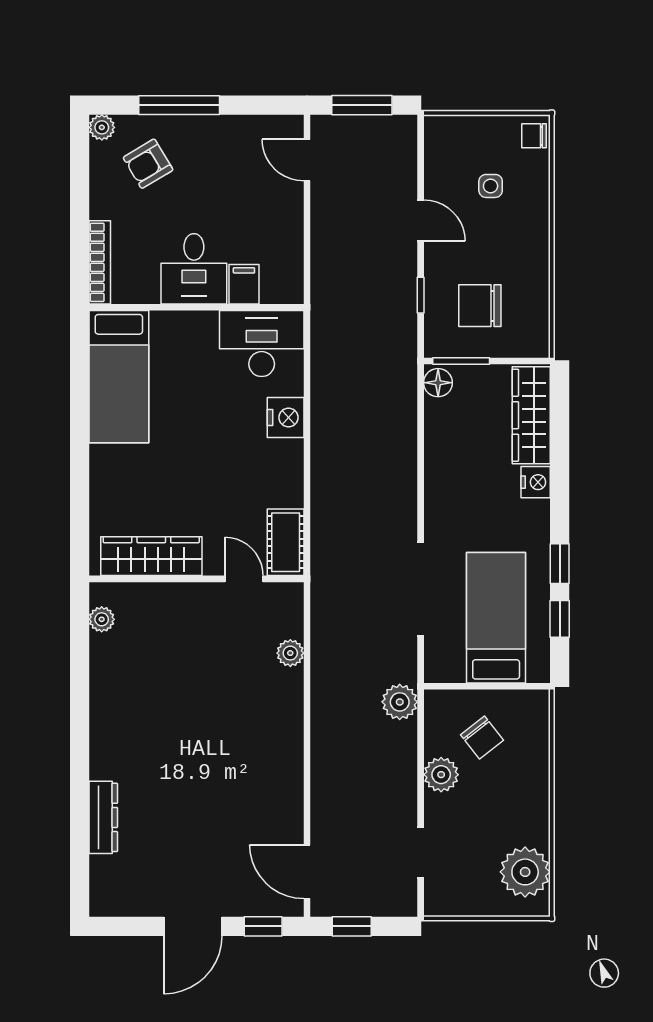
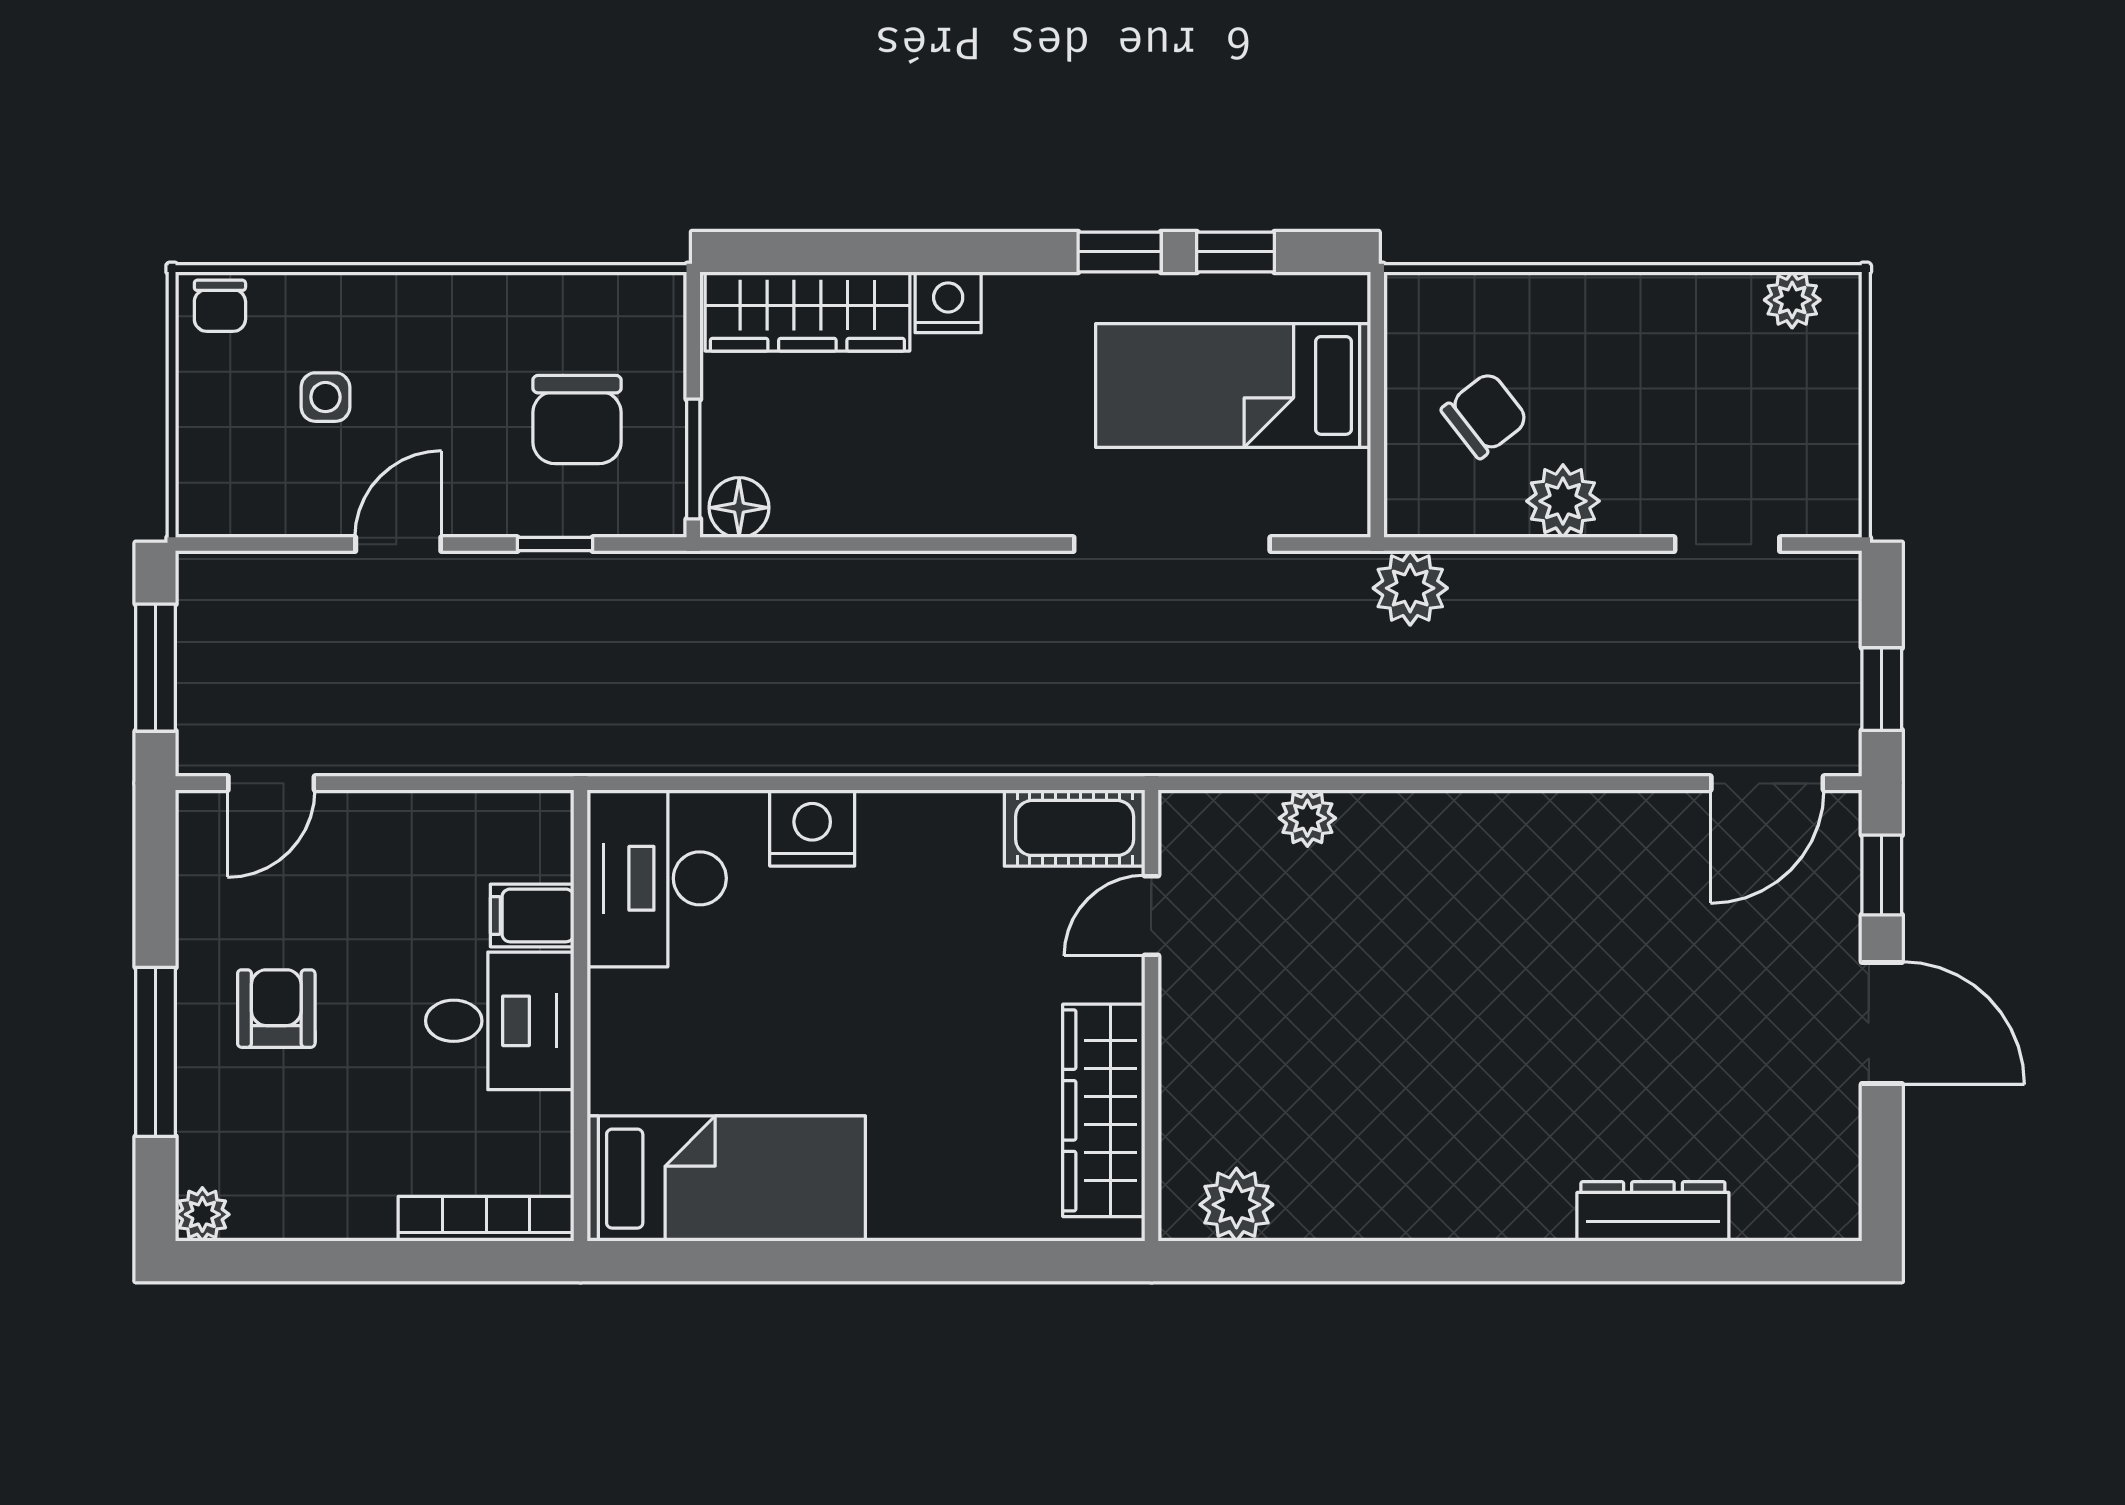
armchair: (148, 164) -> (276, 1009), moved, turned -149
plant: (102, 619) -> (1236, 1205), width x1.38, depth x1.38
plant: (525, 872) -> (1792, 300), width x0.53, depth x0.53

